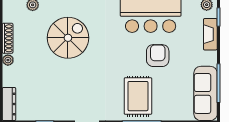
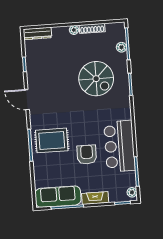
fireplace: (210, 34) -> (95, 198), moved
armchair: (158, 56) -> (87, 155), turned -90

